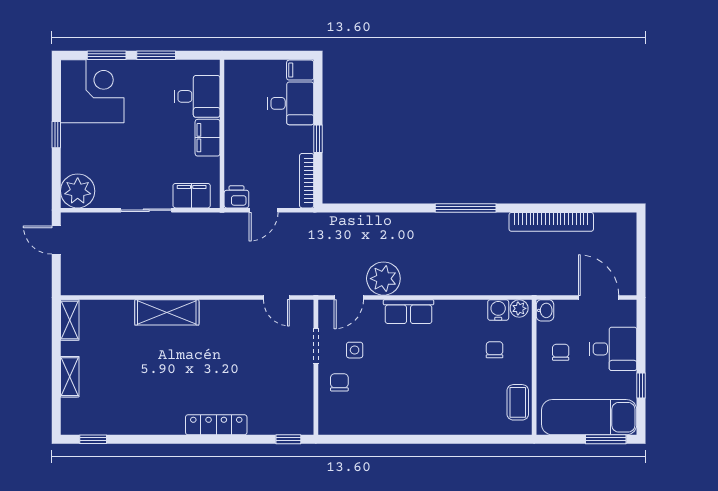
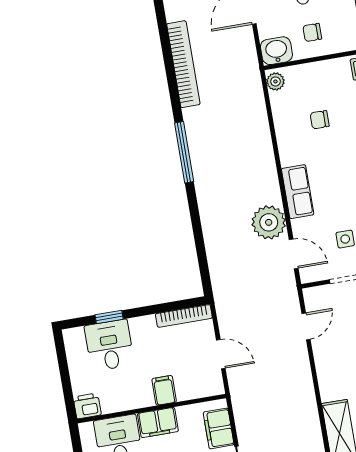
filing cabinet: (300, 70) -> (164, 390), moved, turned 180
window: (318, 139) -> (109, 317), moved
printer: (236, 197) -> (87, 406), moved, turned 90
water cooler: (498, 310) -> (281, 102), removed
washbasin: (545, 310) -> (276, 51), width x1.38, depth x1.45
chair: (495, 350) -> (320, 120), moved

